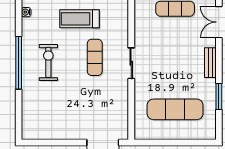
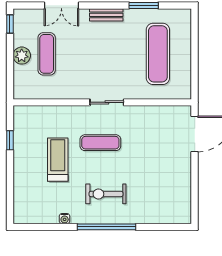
water cooler: (26, 12) -> (65, 219), moved
treadmill: (79, 19) -> (58, 160), turned 180

